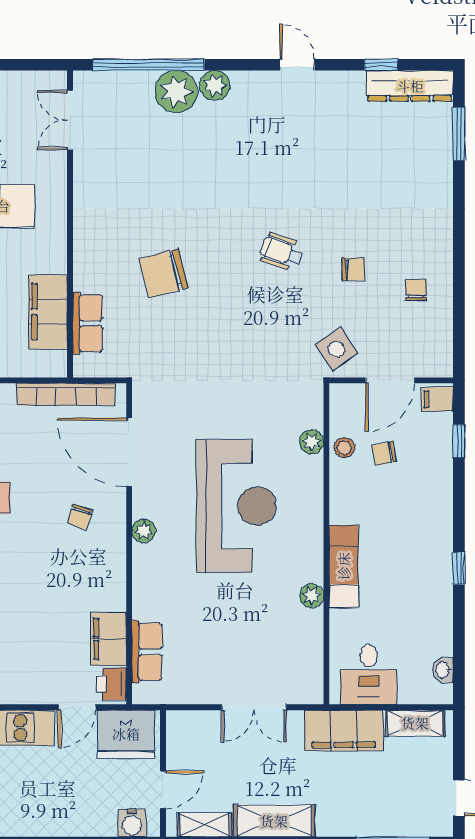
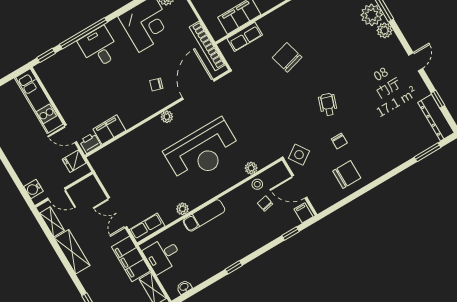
chair: (416, 290) -> (347, 174), width x1.87, depth x1.87
row of seats: (147, 652) -> (147, 228), moved, turned 180
fridge: (126, 734) -> (74, 161), width x0.53, depth x0.75

